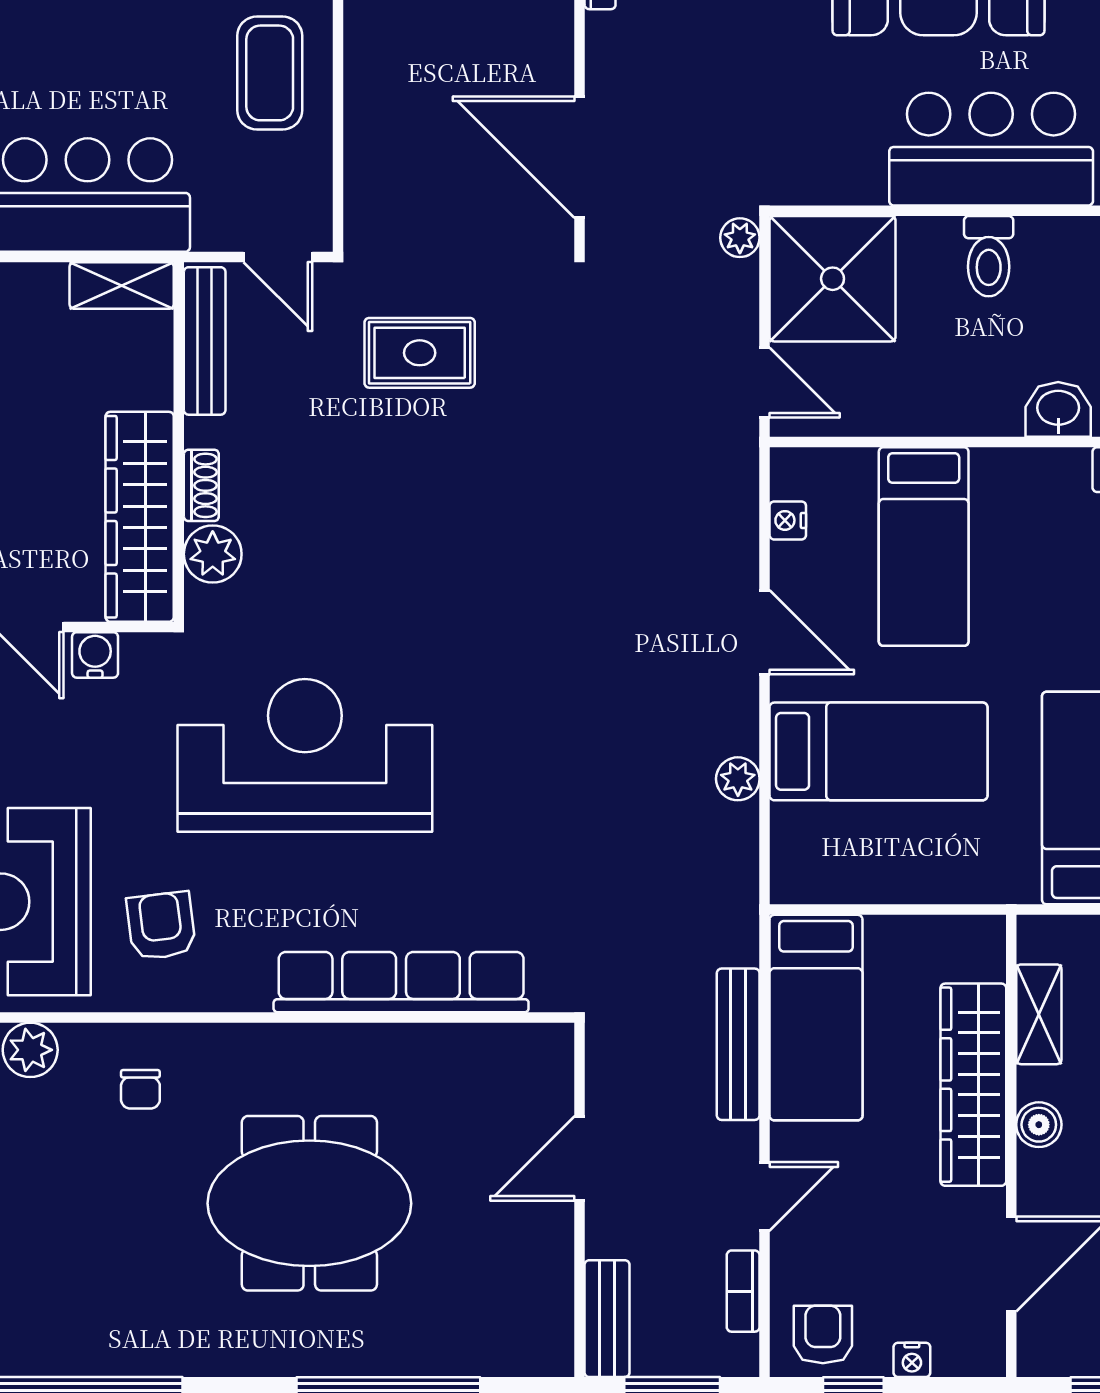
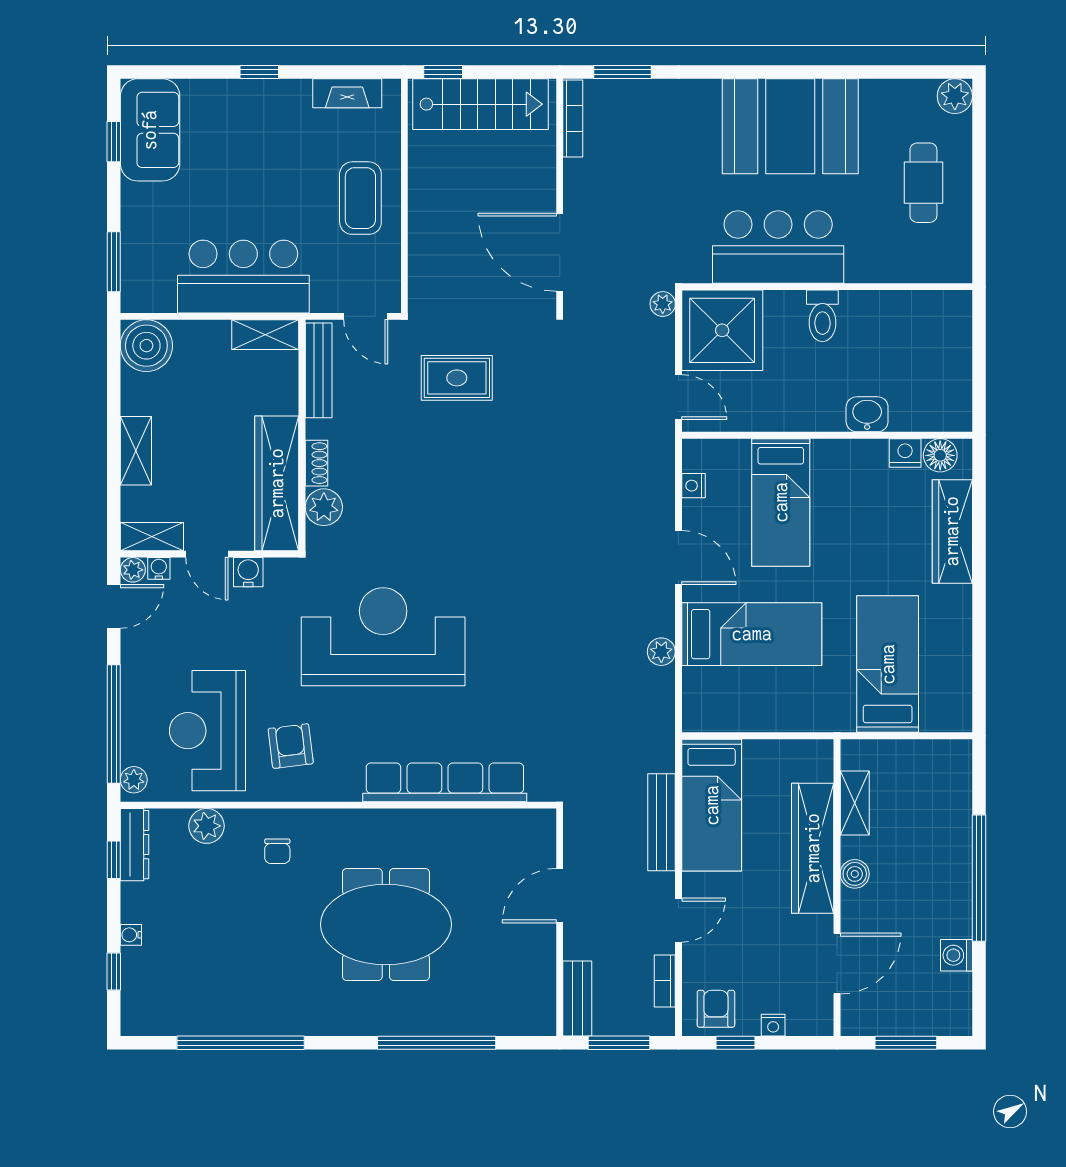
bar counter: (991, 149) -> (778, 247), moved

